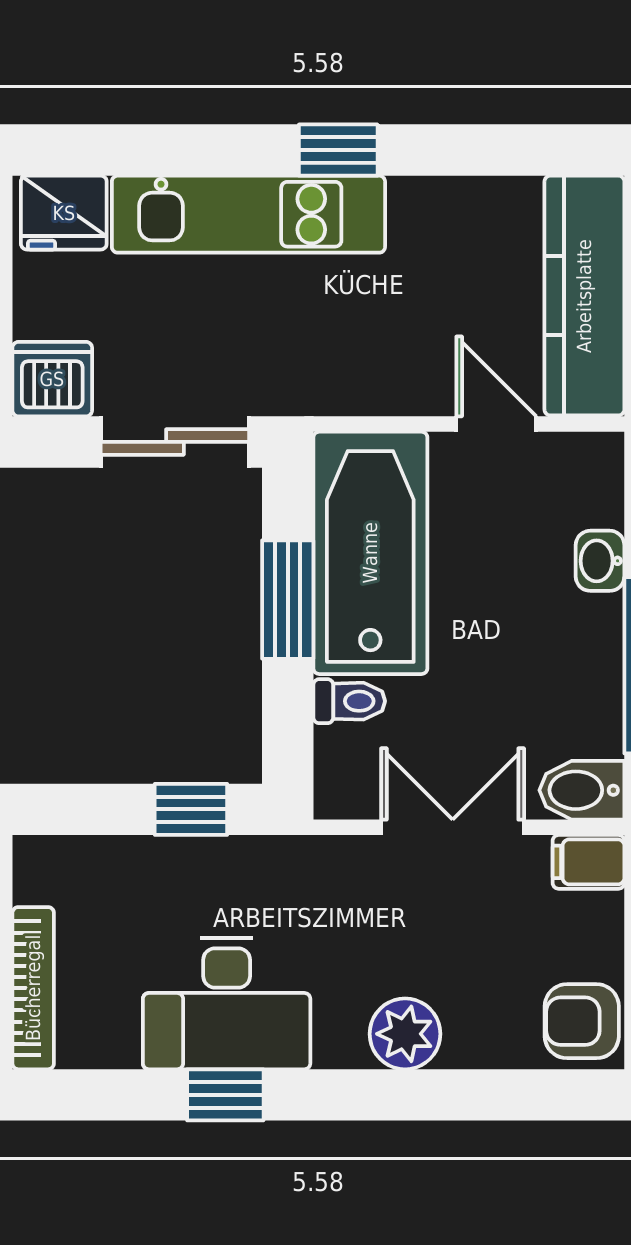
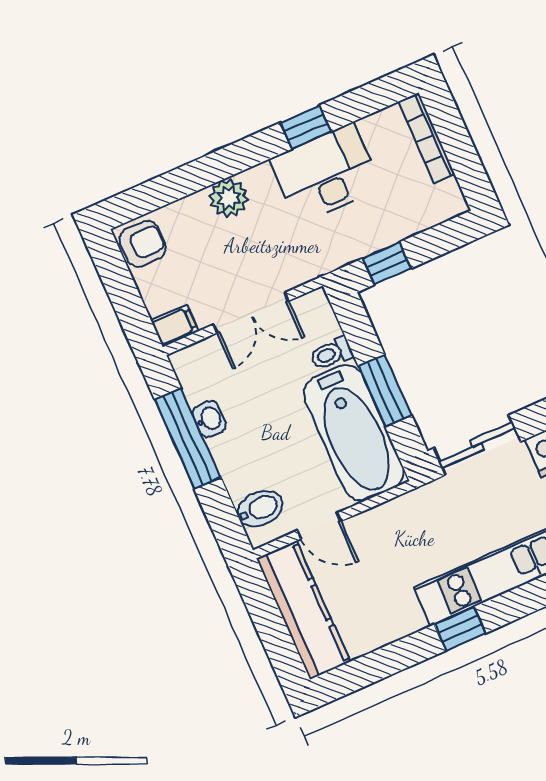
washbasin: (600, 561) -> (209, 419), moved
bidet: (582, 790) -> (260, 509), moved

